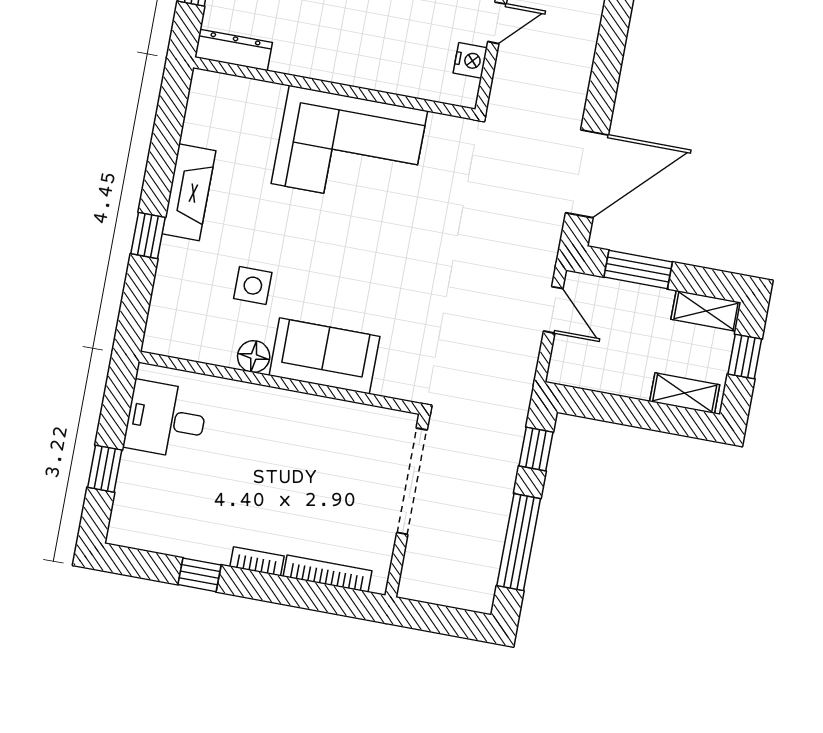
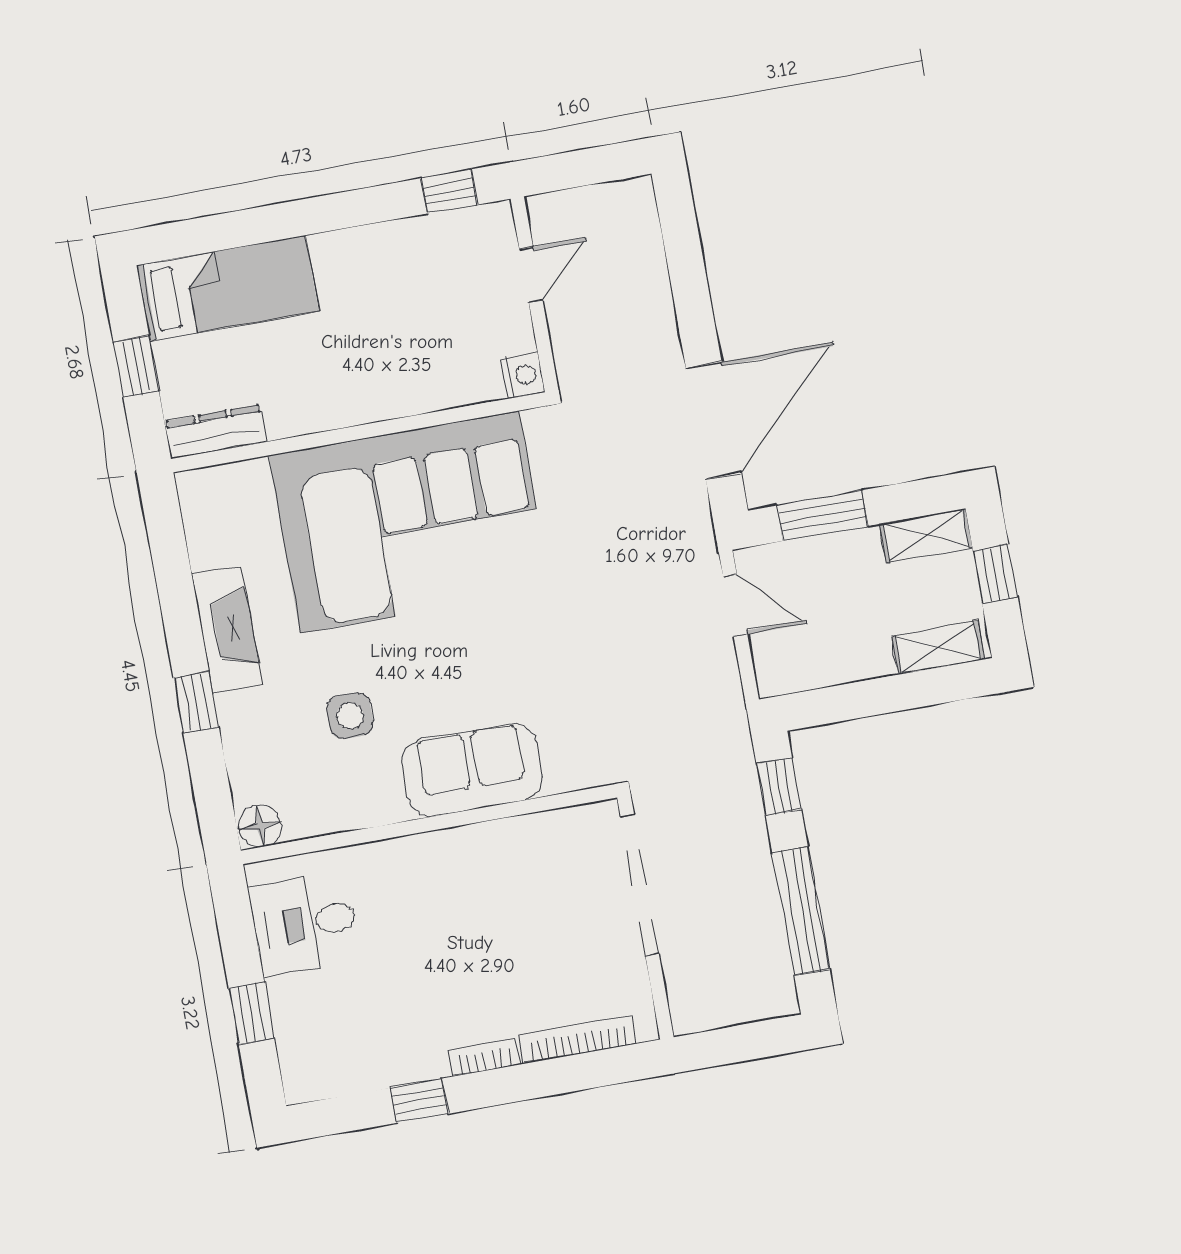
nightstand: (470, 60) -> (523, 375), moved
corner sofa: (349, 147) -> (410, 522), width x1.36, depth x1.36
floor lamp: (254, 356) -> (260, 826), moved

